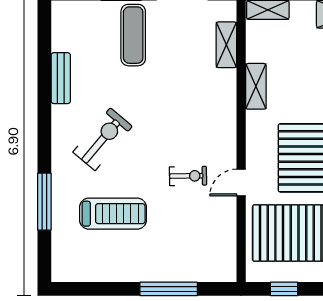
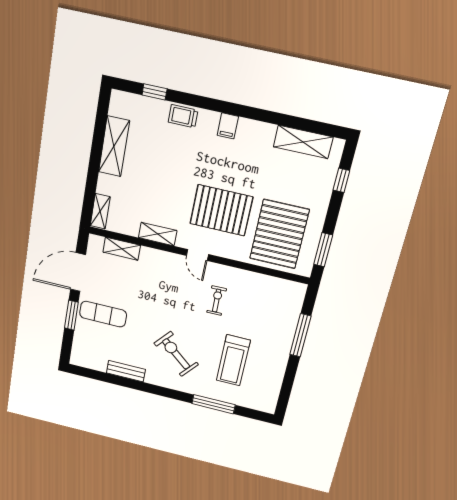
door: (241, 183) -> (197, 255), moved
treadmill: (113, 214) -> (233, 360), turned 180
window: (284, 289) -> (323, 250), width x1.50

